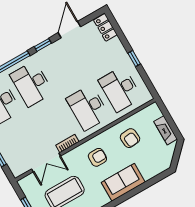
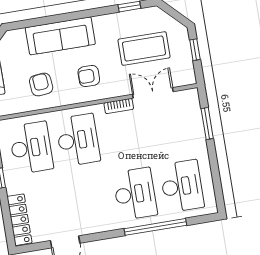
locker: (105, 27) -> (19, 220), width x1.53
window: (43, 45) -> (104, 235), removed
sofa: (123, 182) -> (60, 36), width x1.36

